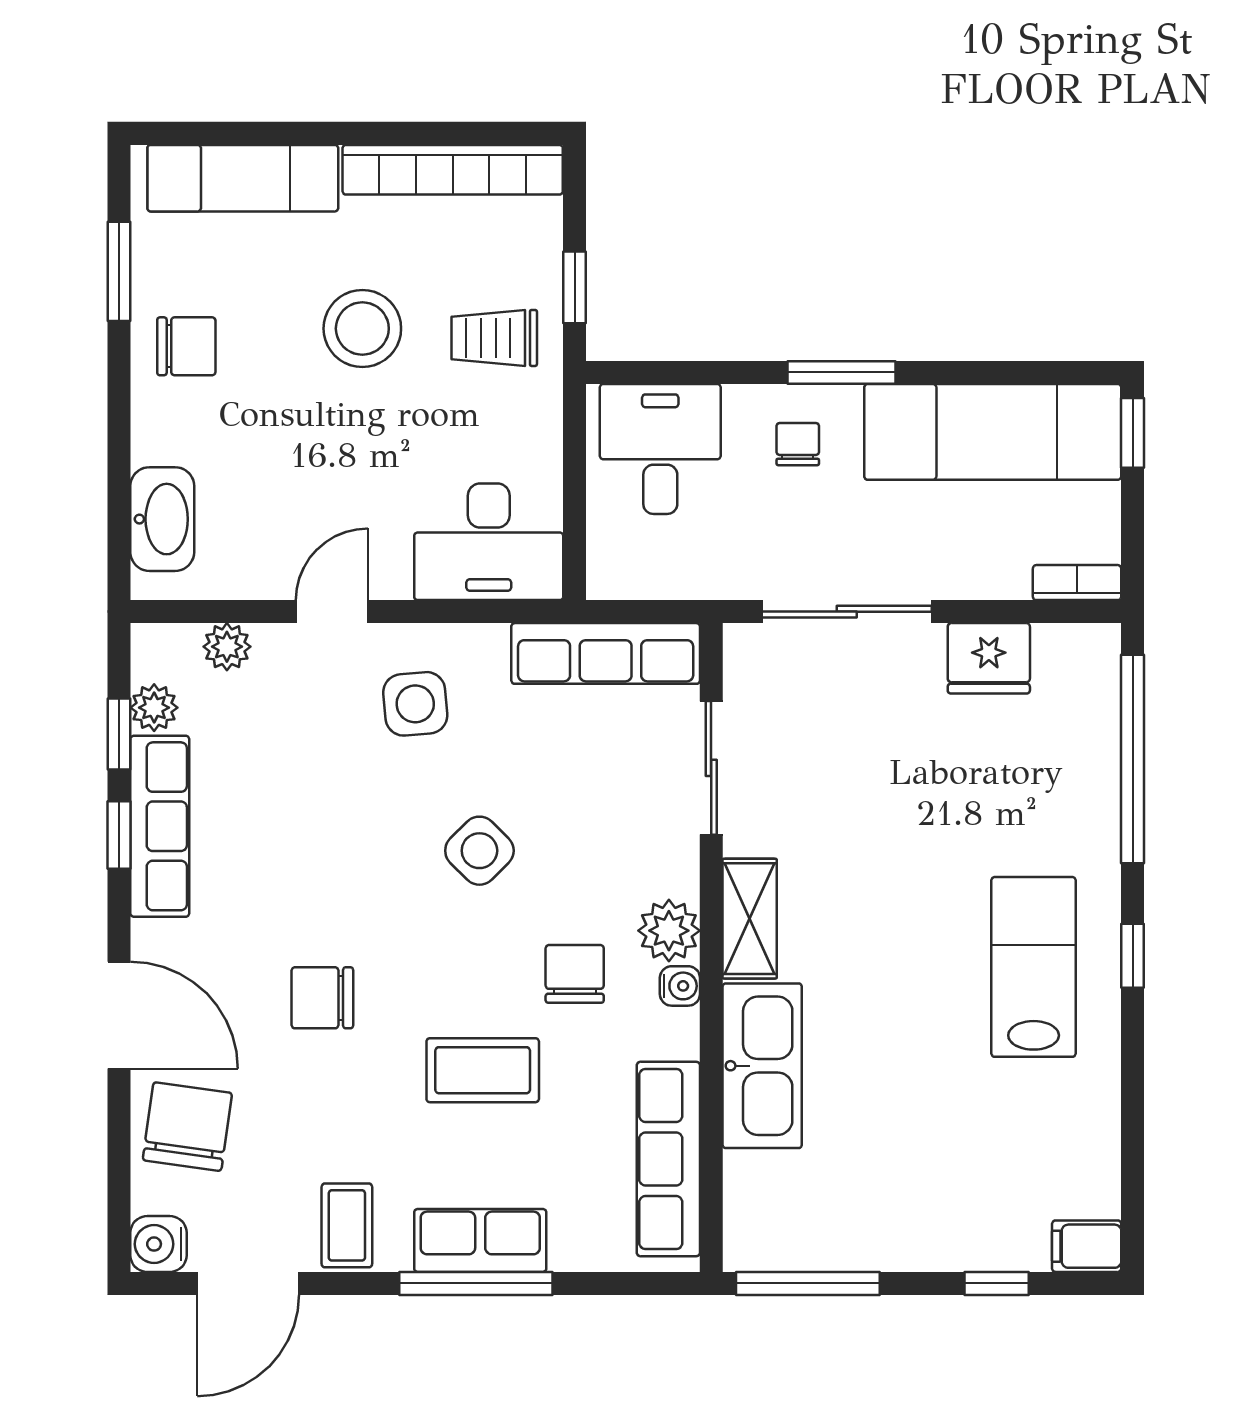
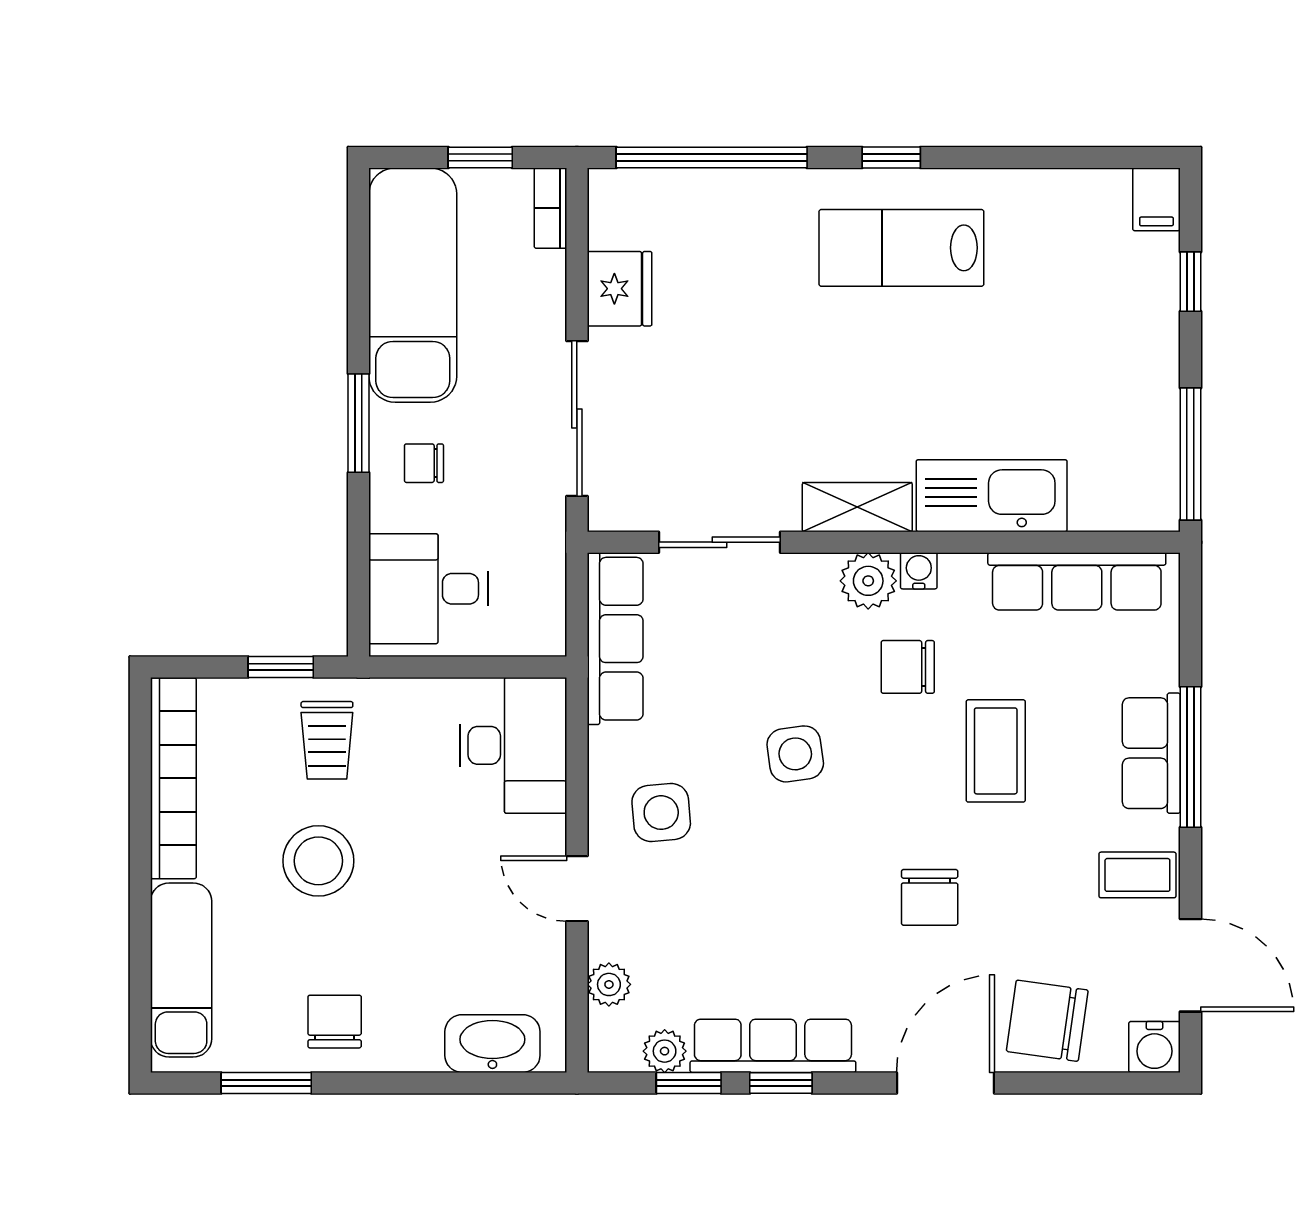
window: (1133, 433) -> (480, 157), moved
side table: (479, 851) -> (795, 754), turned 37

